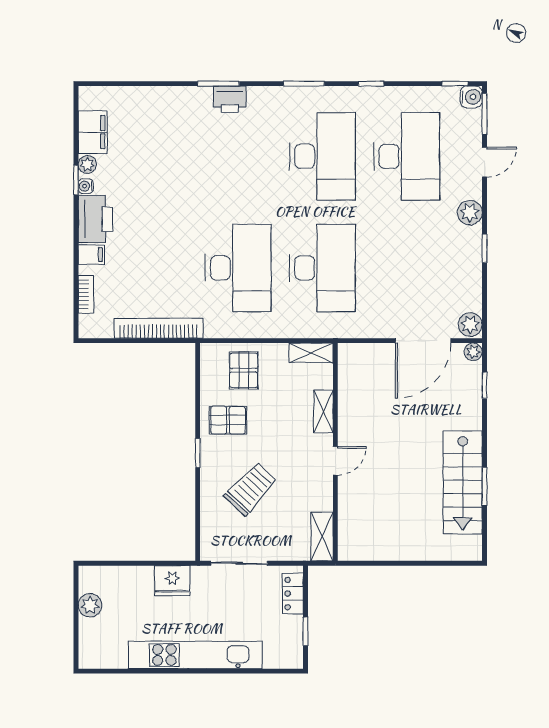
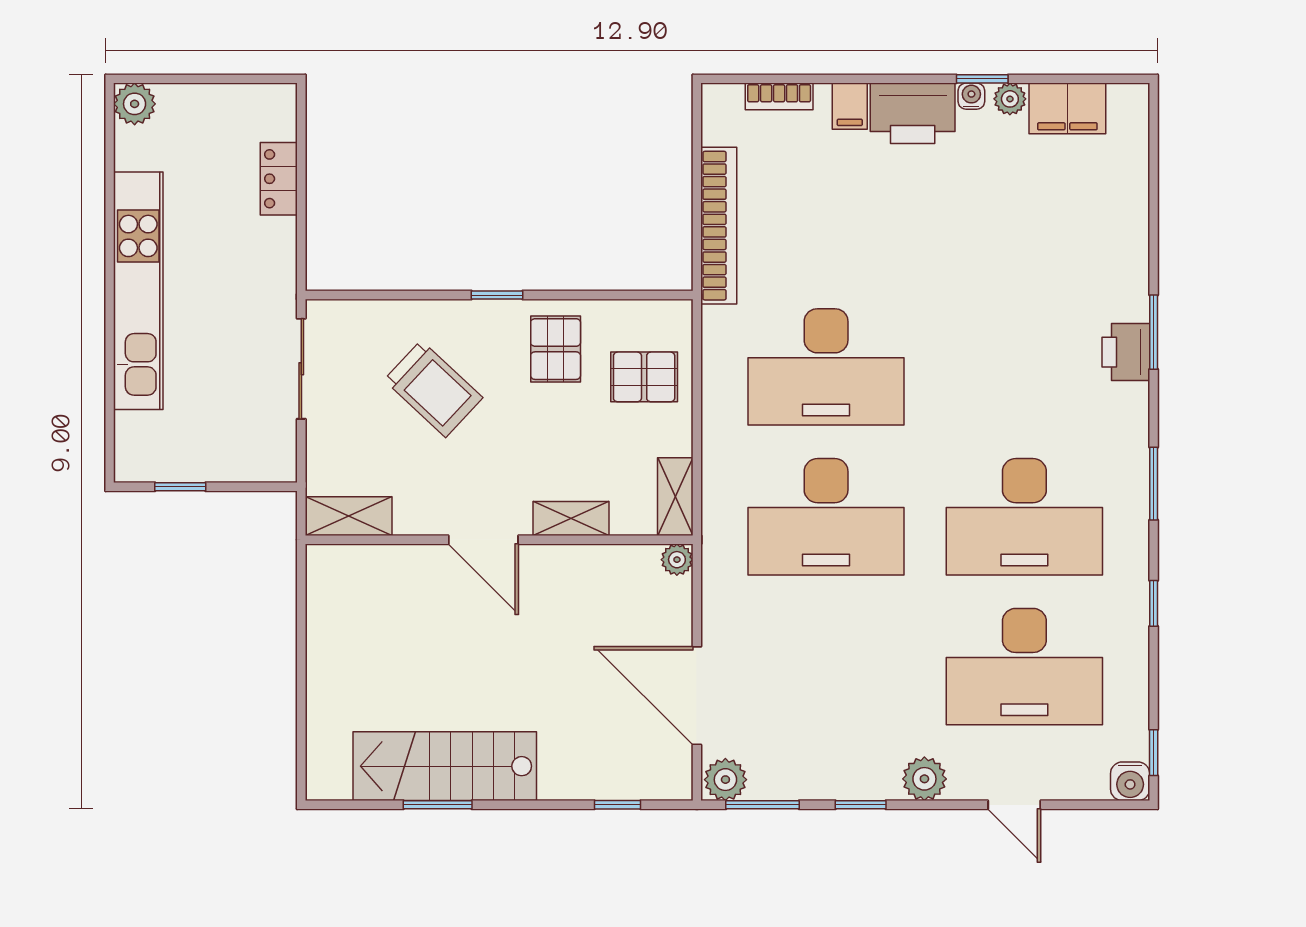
window: (484, 114) -> (763, 805), moved
plant: (473, 352) -> (677, 560), moved
door: (335, 461) -> (483, 540), width x1.38
fridge: (172, 581) -> (270, 250), removed
locker: (293, 594) -> (279, 179), moved, turned -90
plant: (90, 605) -> (135, 104), moved

